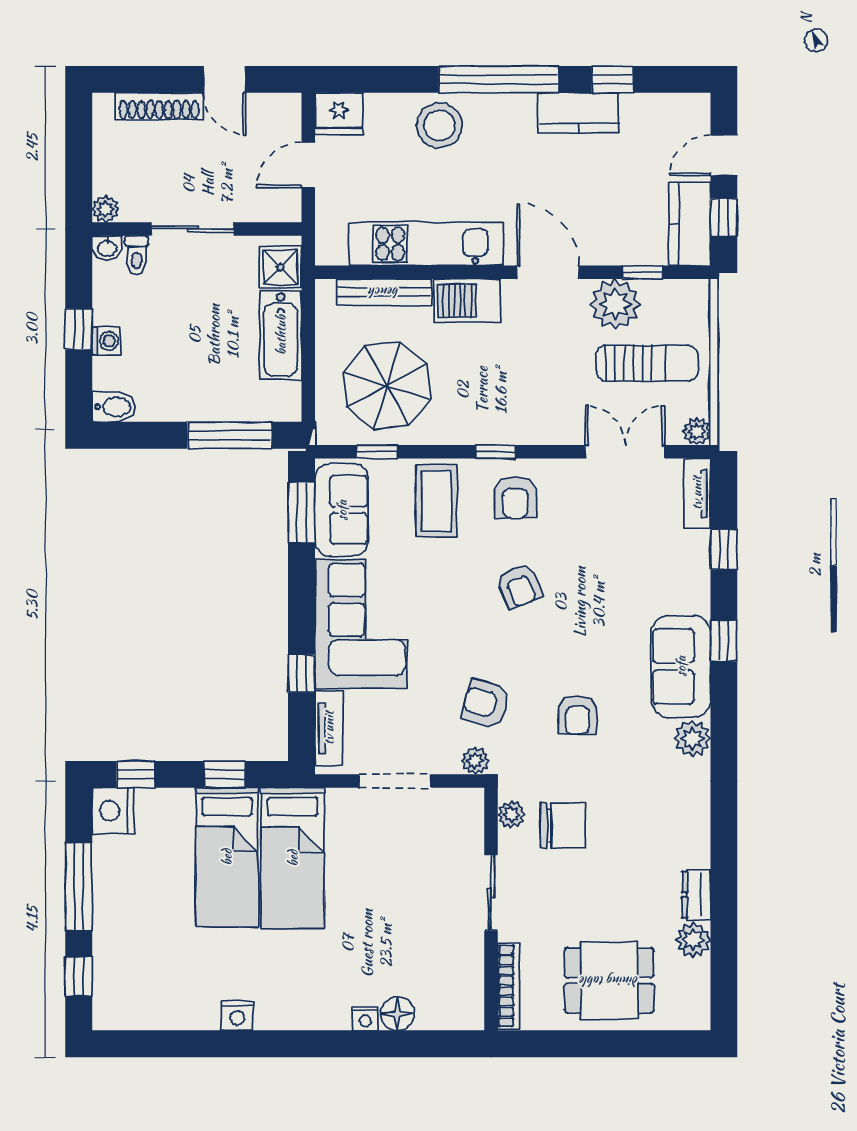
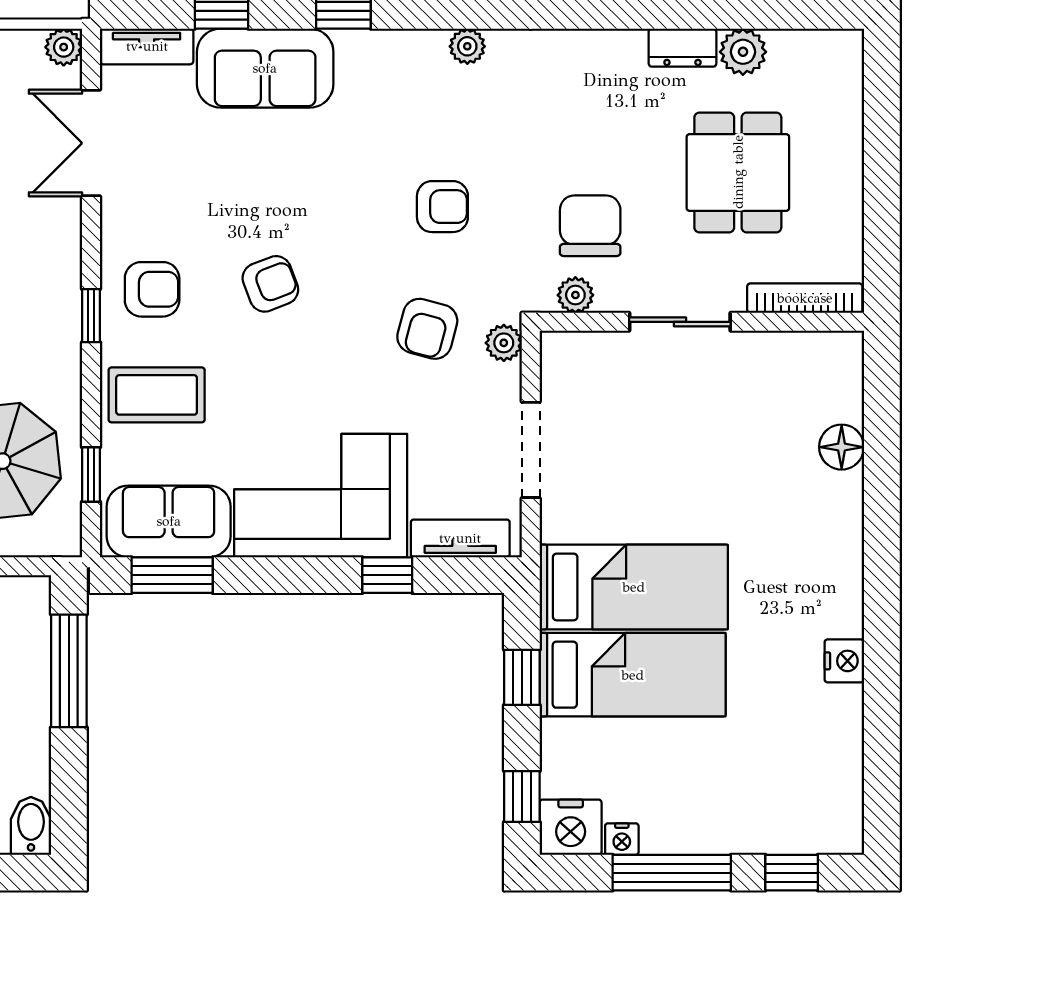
sofa: (681, 666) -> (265, 68), moved
plant: (692, 738) -> (467, 46), width x0.73, depth x0.73
dining table: (609, 981) -> (738, 172), moved
nightstand: (365, 1019) -> (622, 839), moved, turned 90

